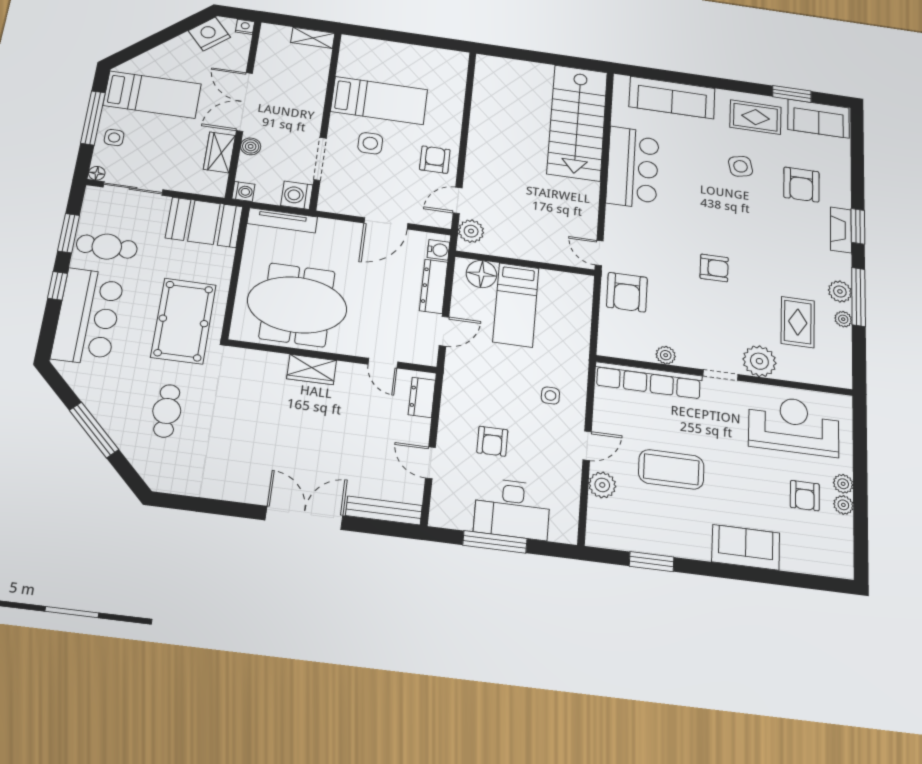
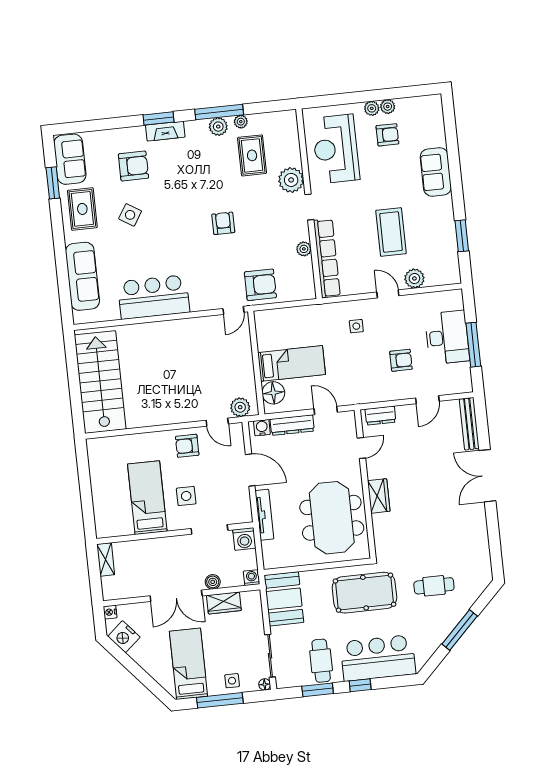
stairs: (577, 123) -> (100, 382), moved, turned -90
side table: (741, 166) -> (130, 215), turned 45
tv unit: (282, 220) -> (264, 515), moved
rug: (798, 322) -> (252, 155), turned 90

